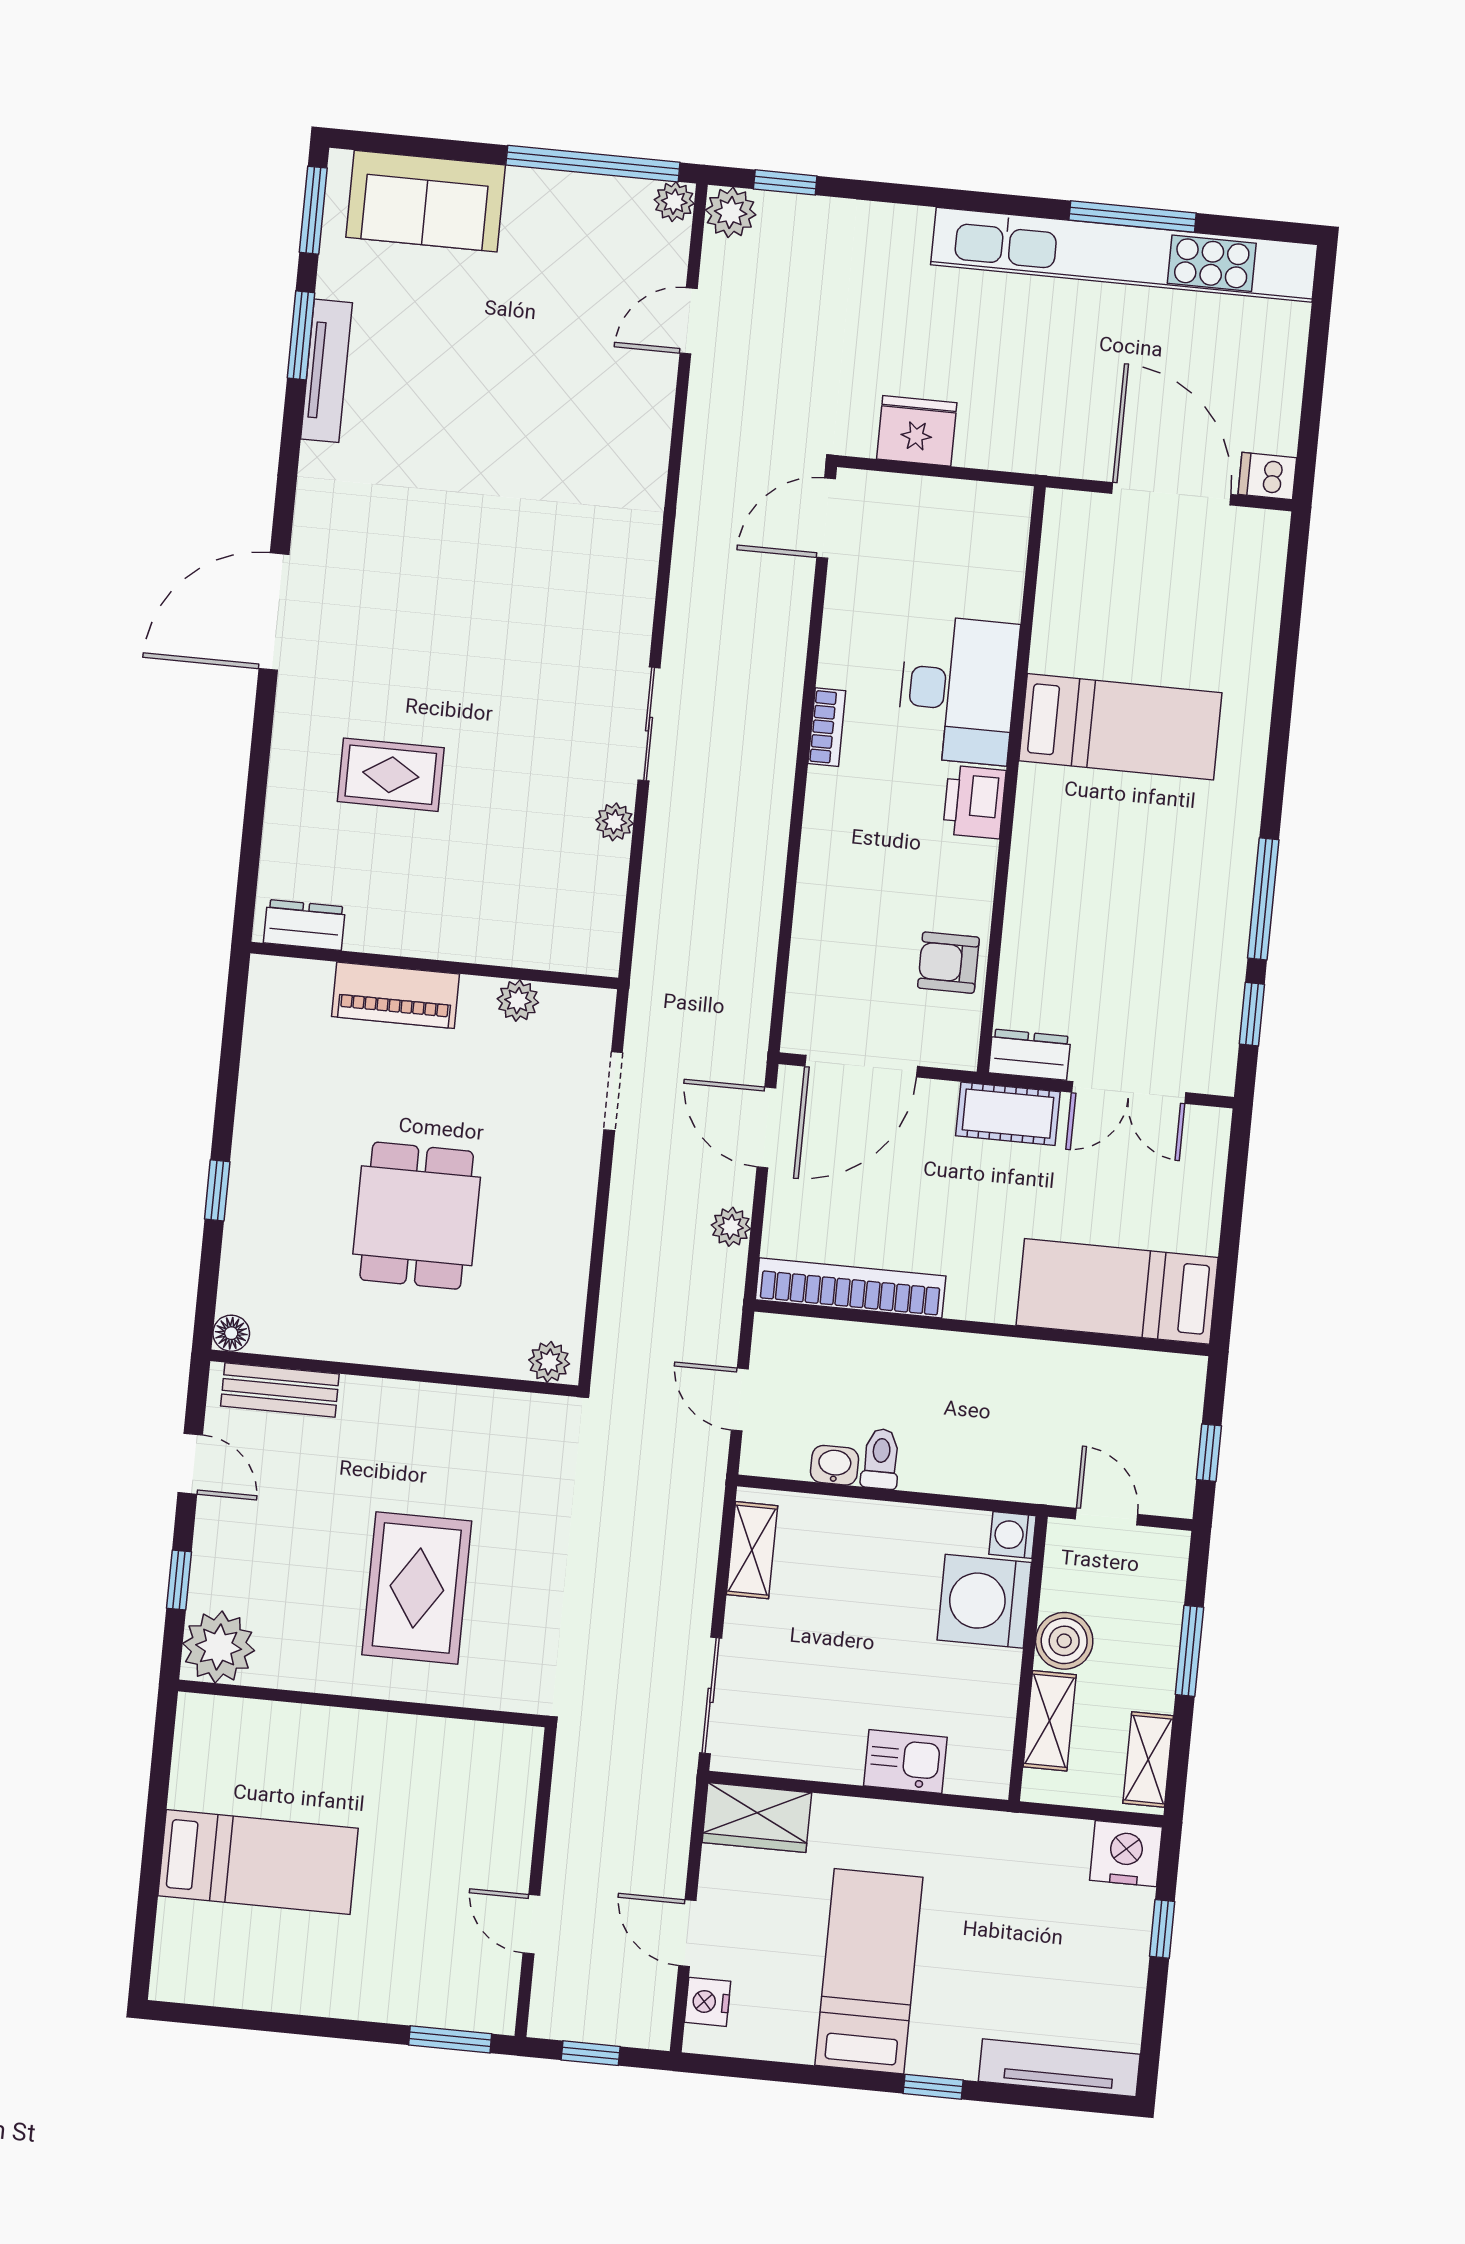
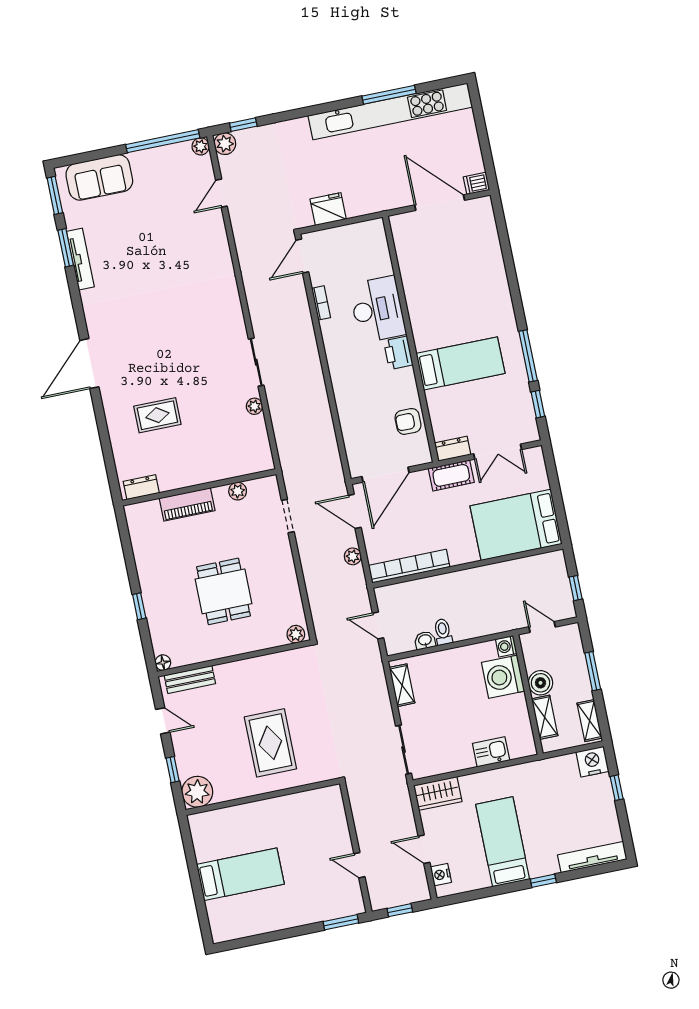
bookcase: (827, 727) -> (321, 303), moved
bed: (1120, 727) -> (460, 363), moved
bed: (1117, 1291) -> (516, 525), width x1.50

